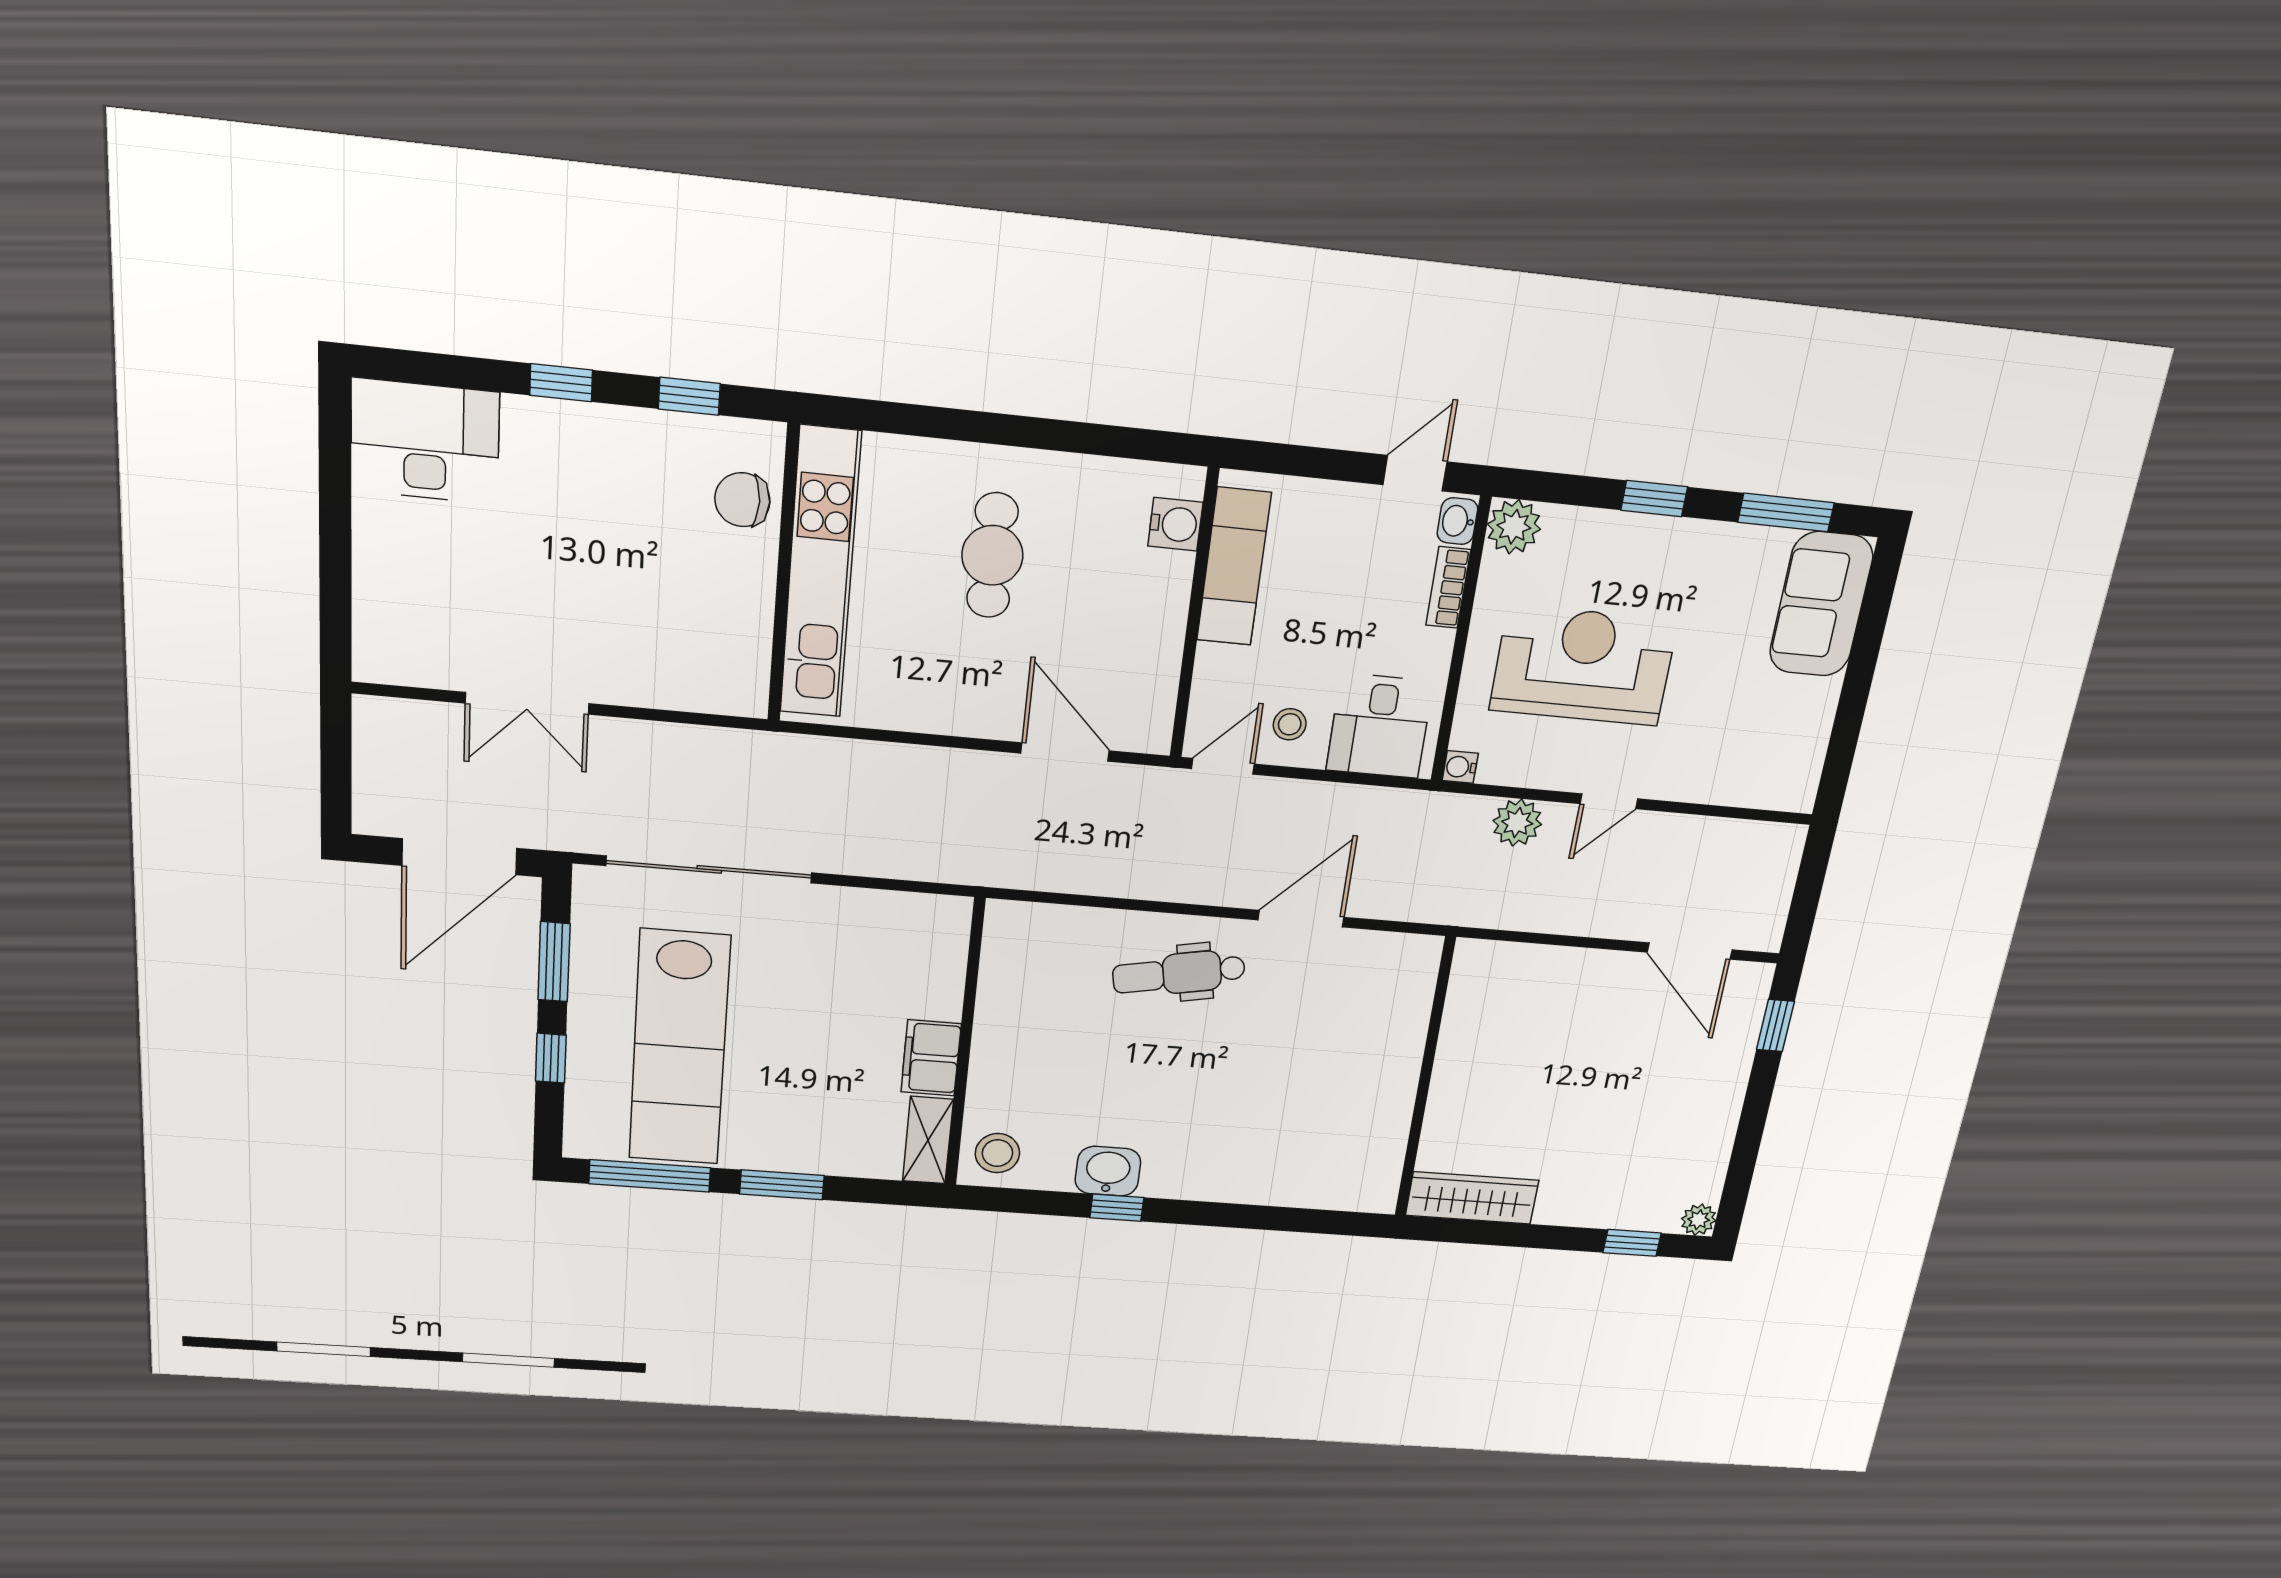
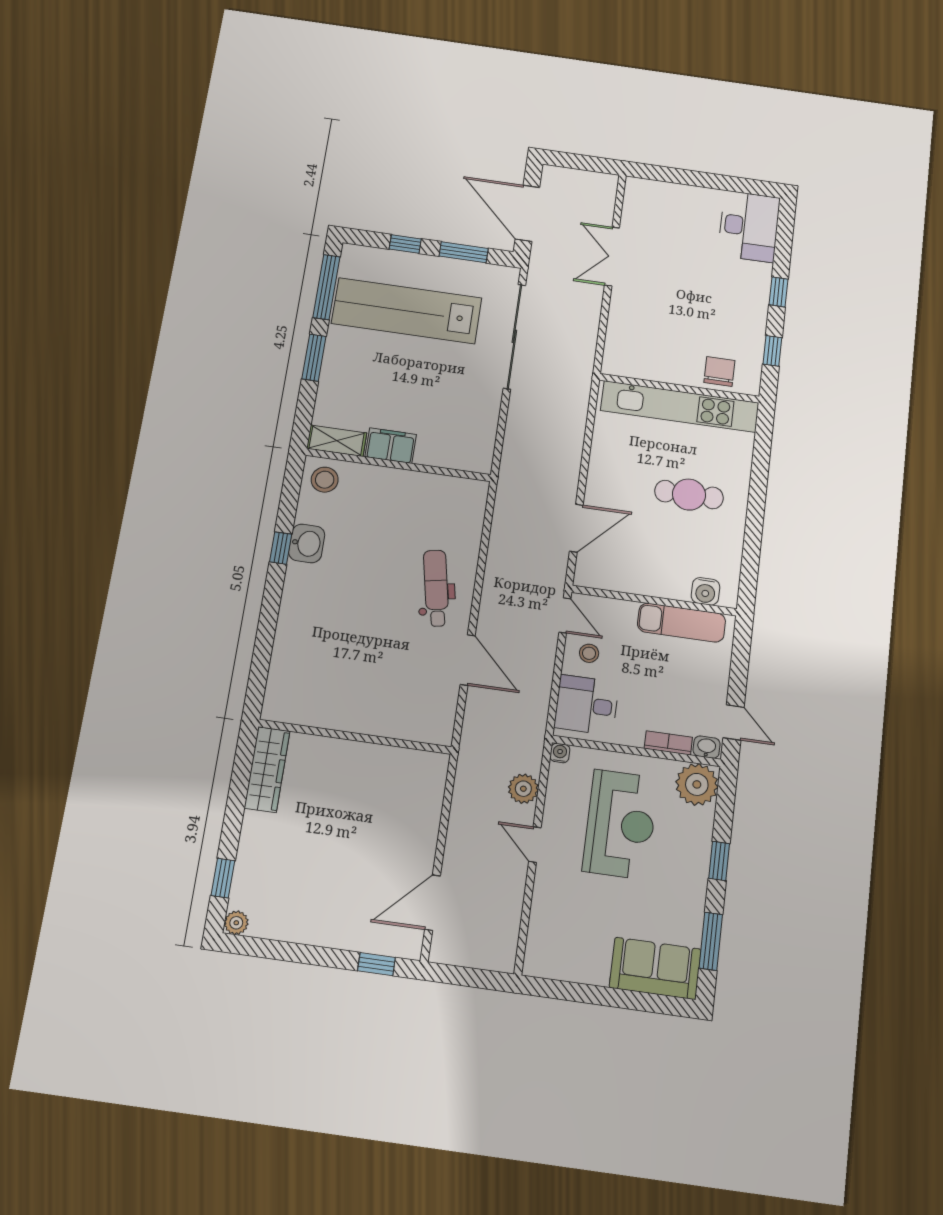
plant: (1514, 527) -> (697, 784), width x1.36, depth x1.36

